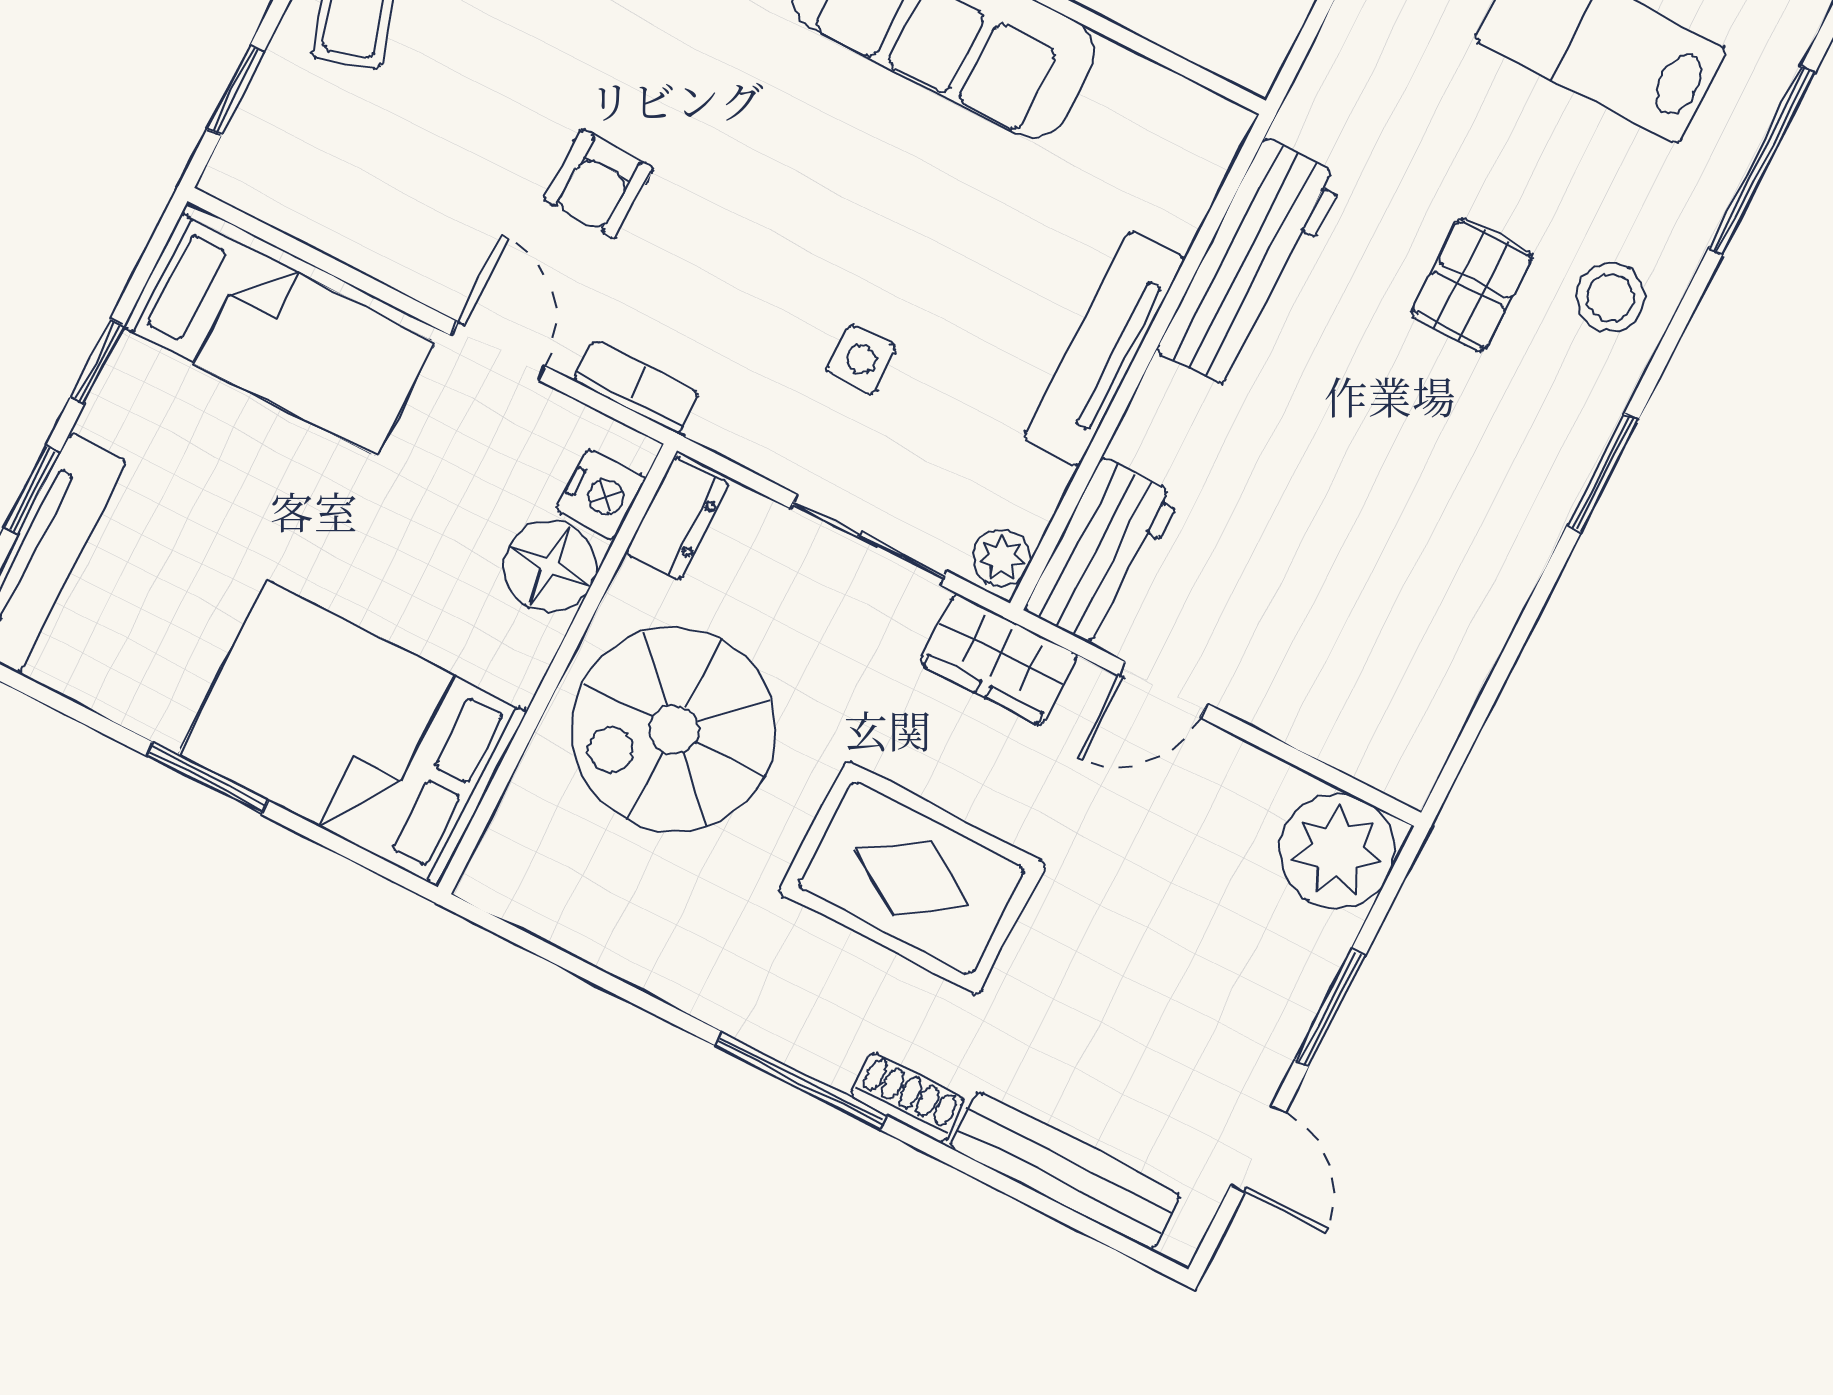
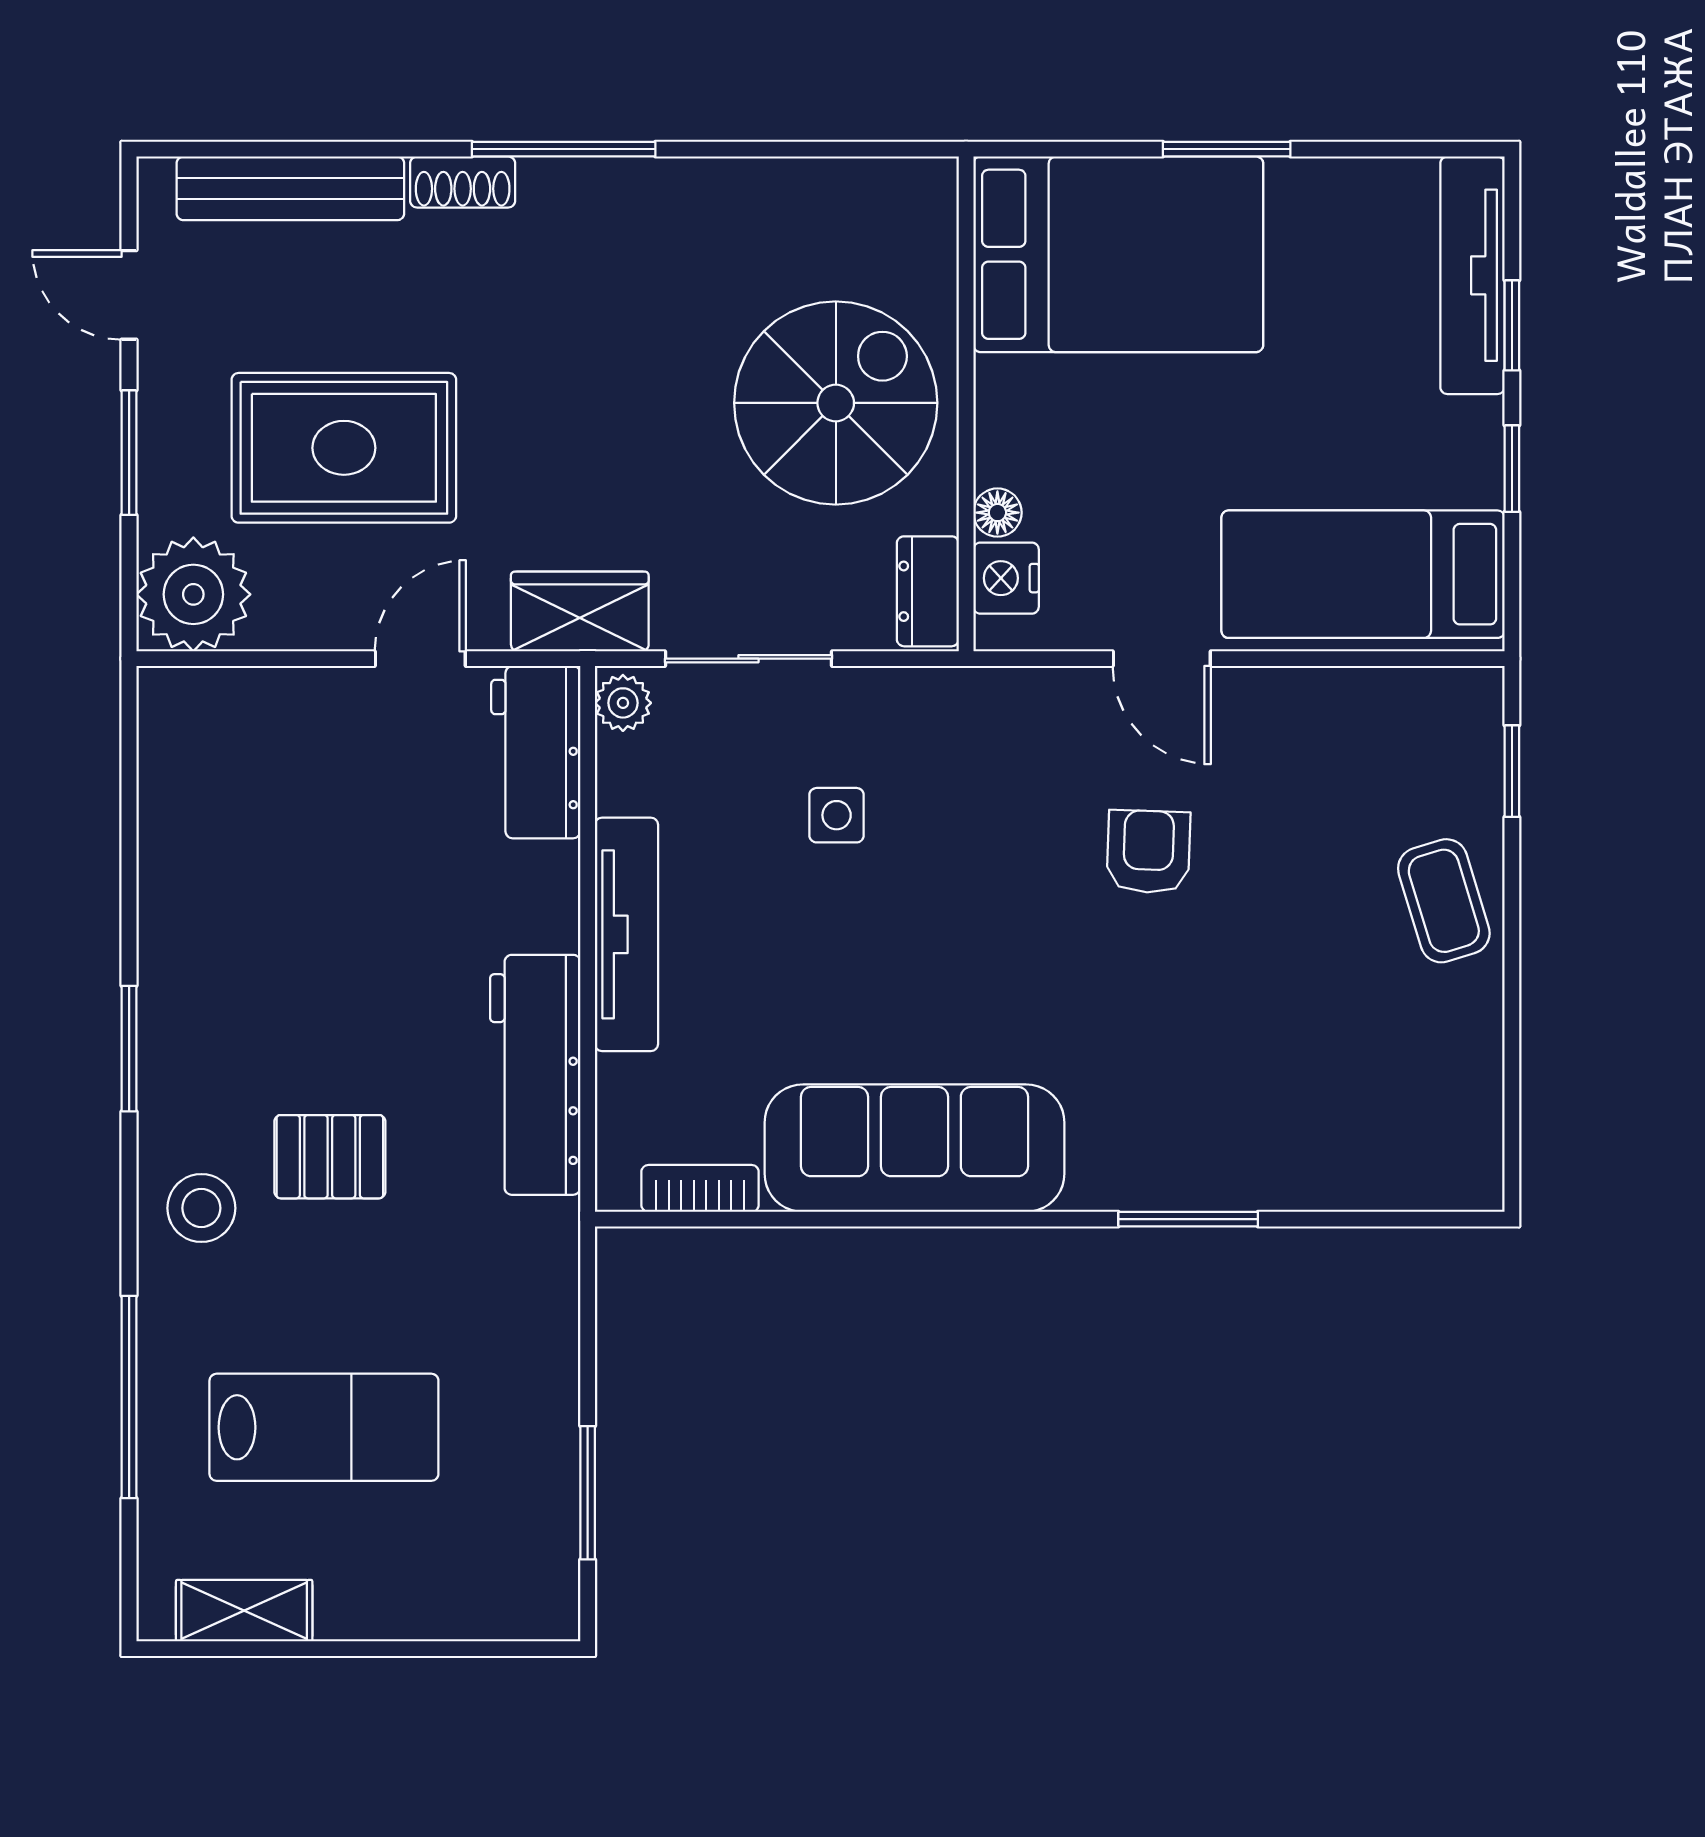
pallet: (1472, 285) -> (330, 1157), turned 90
bookcase: (636, 387) -> (700, 1188), moved, turned 180
floor lamp: (550, 567) -> (997, 513), width x0.53, depth x0.53
rug: (912, 878) -> (344, 448), moved

